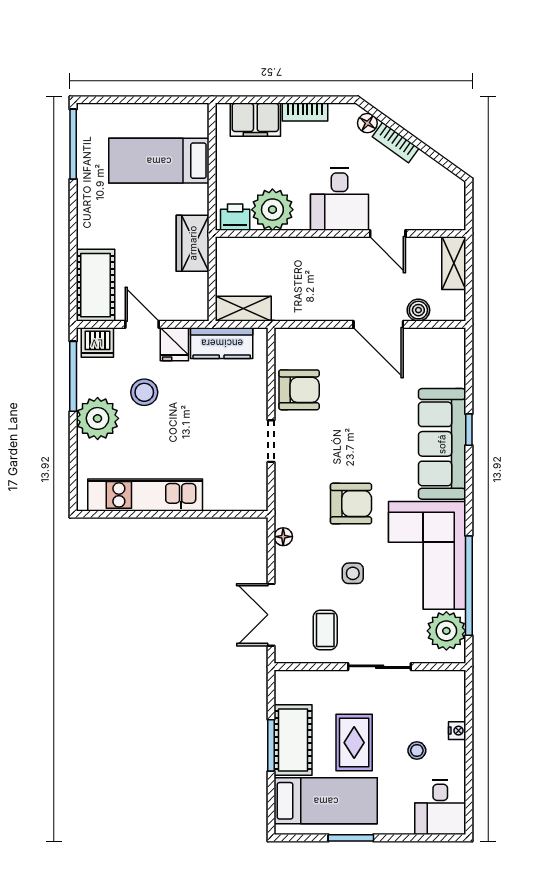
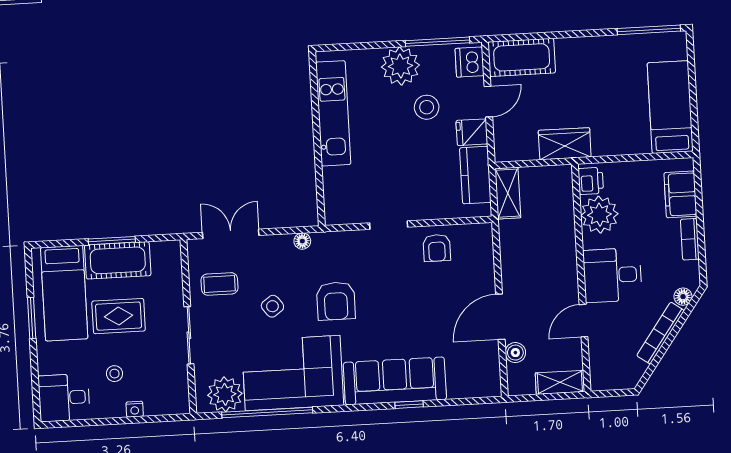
bookcase: (396, 143) -> (661, 333), width x1.56
bed: (159, 161) -> (670, 107), moved
armchair: (299, 390) -> (437, 248), width x0.72, depth x0.72
side table: (353, 573) -> (272, 306), turned -37

